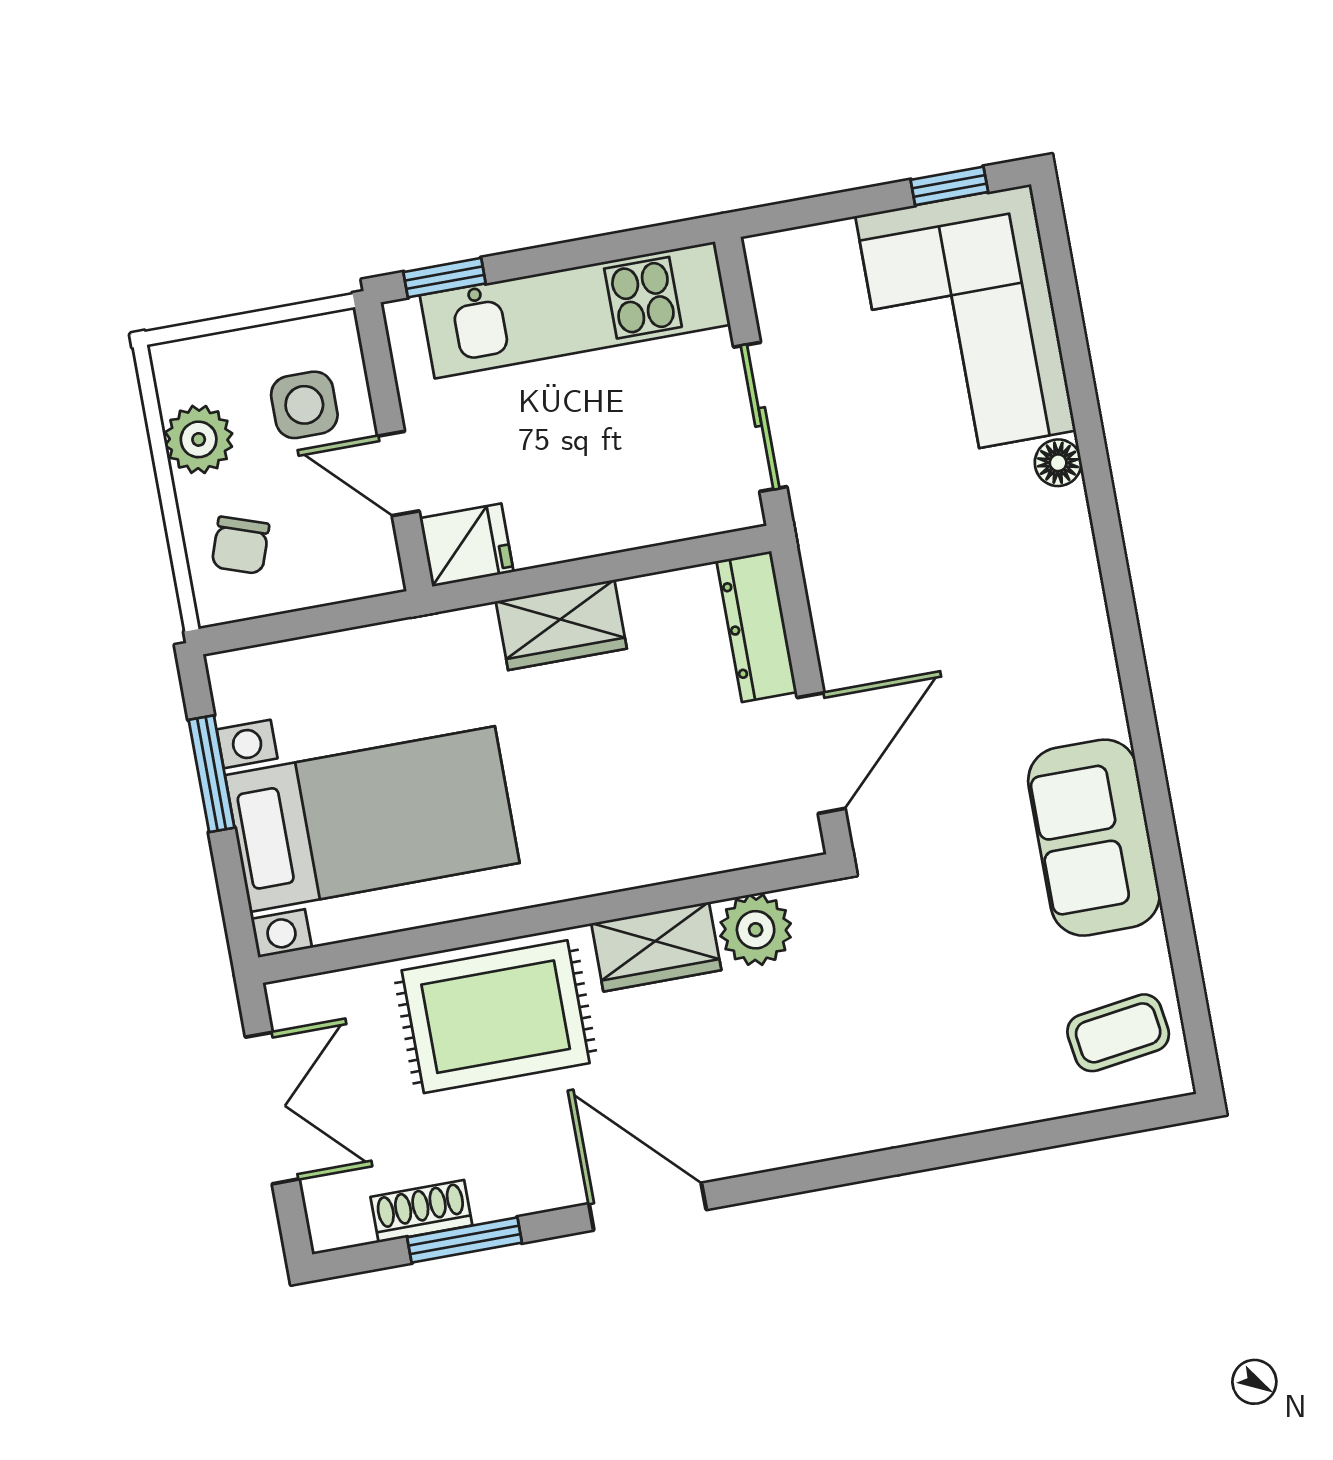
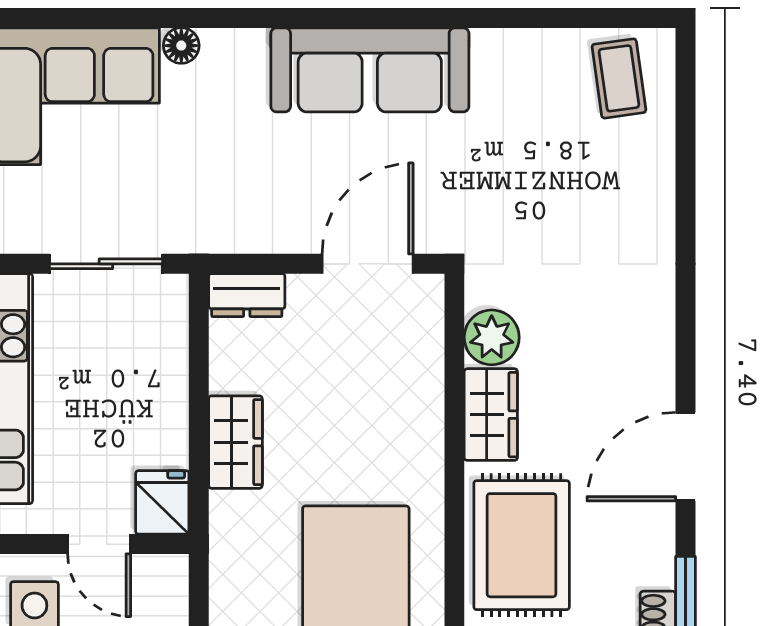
door: (398, 474) -> (99, 544), hinge flipped
dresser: (757, 627) -> (247, 295), width x0.70
door: (821, 753) -> (368, 264), hinge flipped
sofa: (1094, 838) -> (370, 70), moved, width x1.36

